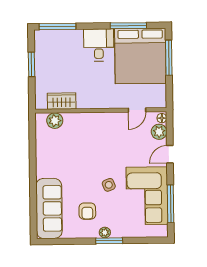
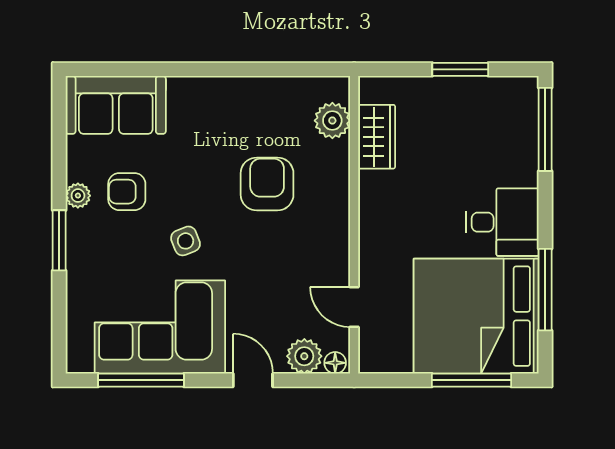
armchair: (83, 149) -> (267, 184), added
sofa: (49, 208) -> (116, 105), width x0.73
plant: (105, 232) -> (78, 196), moved

